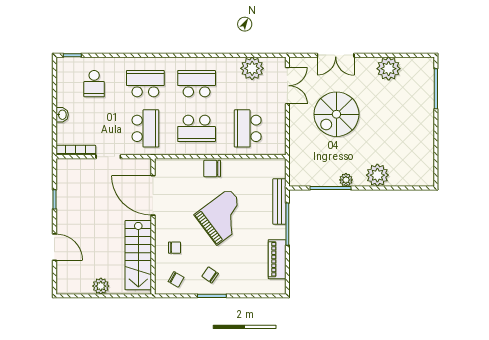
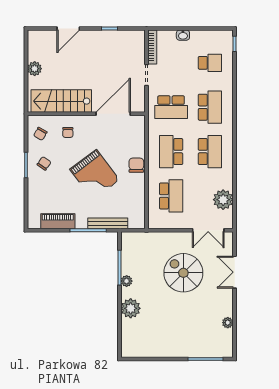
plant: (389, 69) -> (228, 323), width x0.53, depth x0.53
school desk: (94, 84) -> (210, 63), turned 180
school desk: (248, 128) -> (171, 196), turned 90

